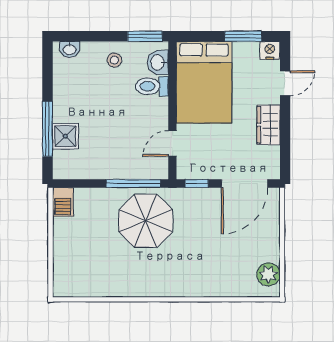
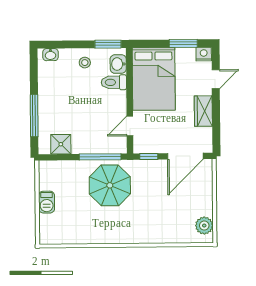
shower: (65, 136) -> (61, 144), moved
barbecue: (63, 202) -> (47, 202), moved

